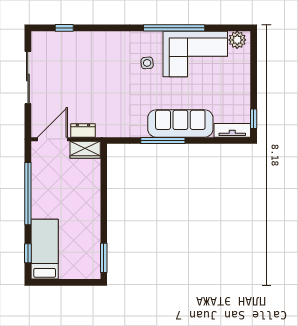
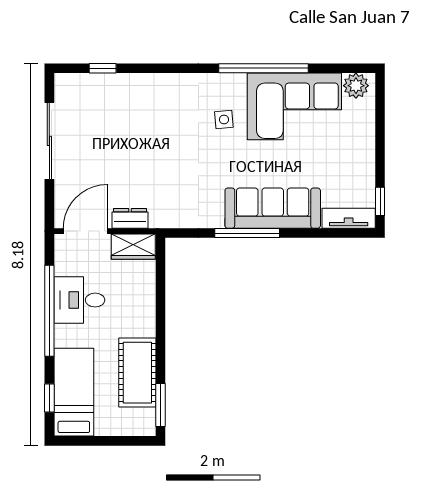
desk: (48, 186) -> (79, 300), added
cot: (88, 236) -> (137, 373), added

